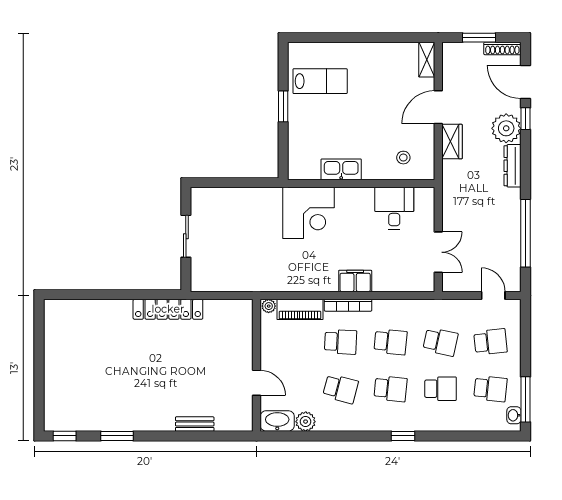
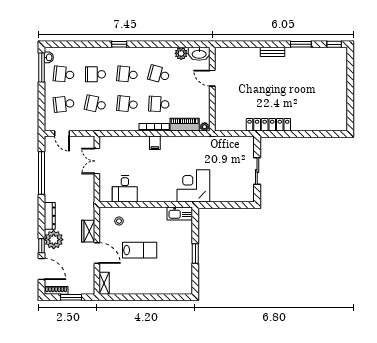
lab bench: (320, 81) -> (140, 250), moved, turned 180
door: (438, 107) -> (97, 253), hinge flipped
kitchen sink: (341, 169) -> (180, 214), moved
corner desk: (309, 213) -> (193, 186), moved
filing cabinet: (355, 281) -> (155, 143), width x0.50
bench: (195, 424) -> (273, 52), moved

